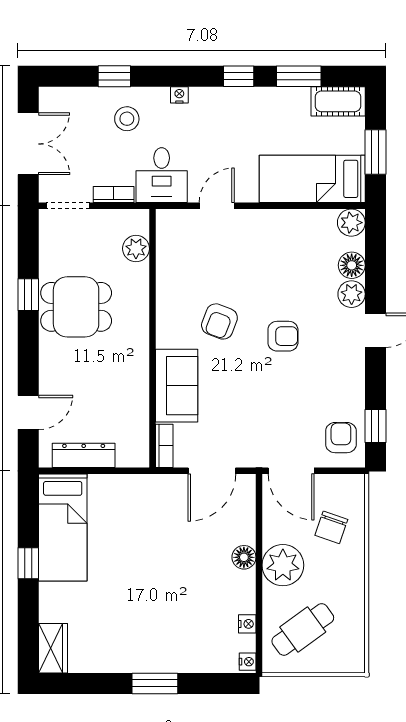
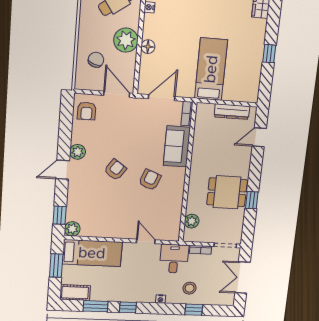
door: (217, 206) -> (146, 241), swing flipped
floor lamp: (352, 265) -> (74, 206), removed
plant: (352, 294) -> (78, 152), moved
armchair: (283, 336) -> (115, 170), turned 125
window: (375, 426) -> (60, 215), moved
bed: (63, 527) -> (211, 69), moved

